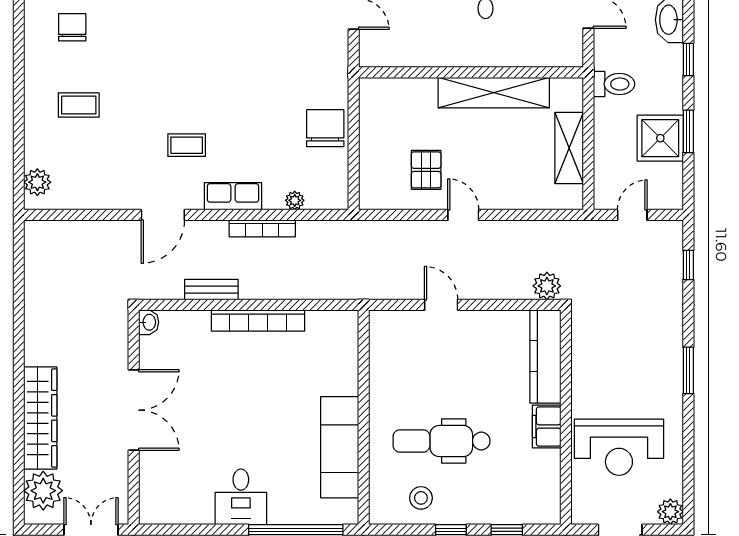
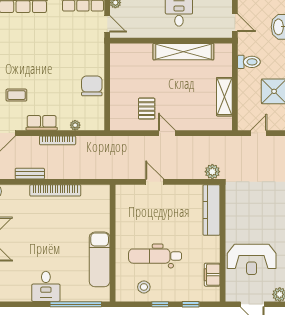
wall: (471, 72) -> (171, 41), moved
shelving: (494, 93) -> (183, 52), moved
filing cabinet: (547, 426) -> (212, 275), moved

